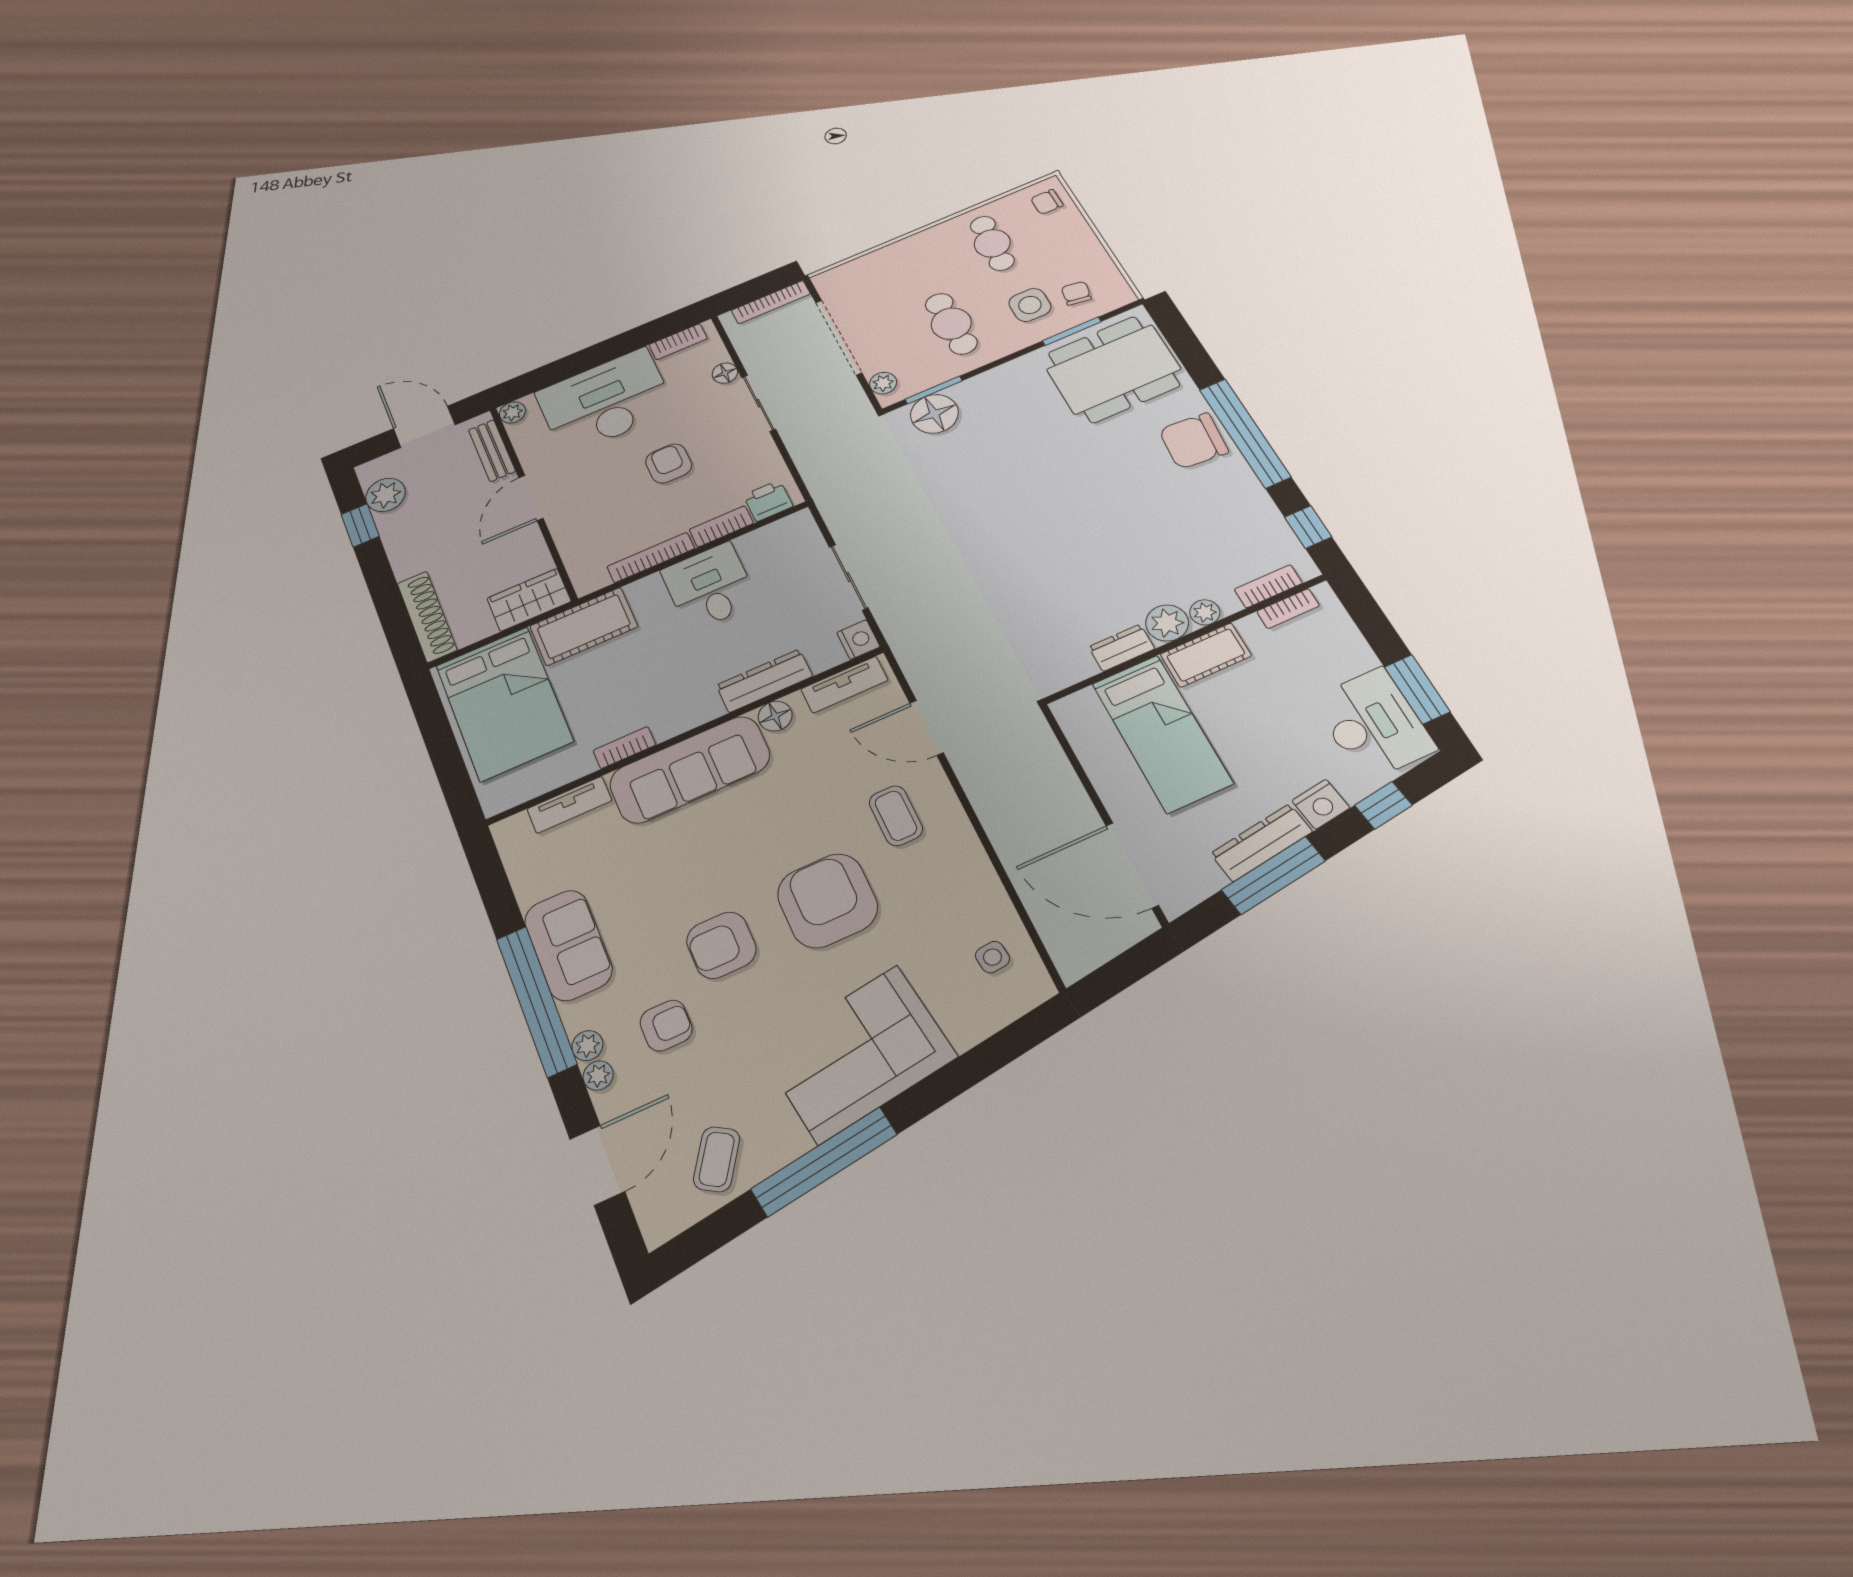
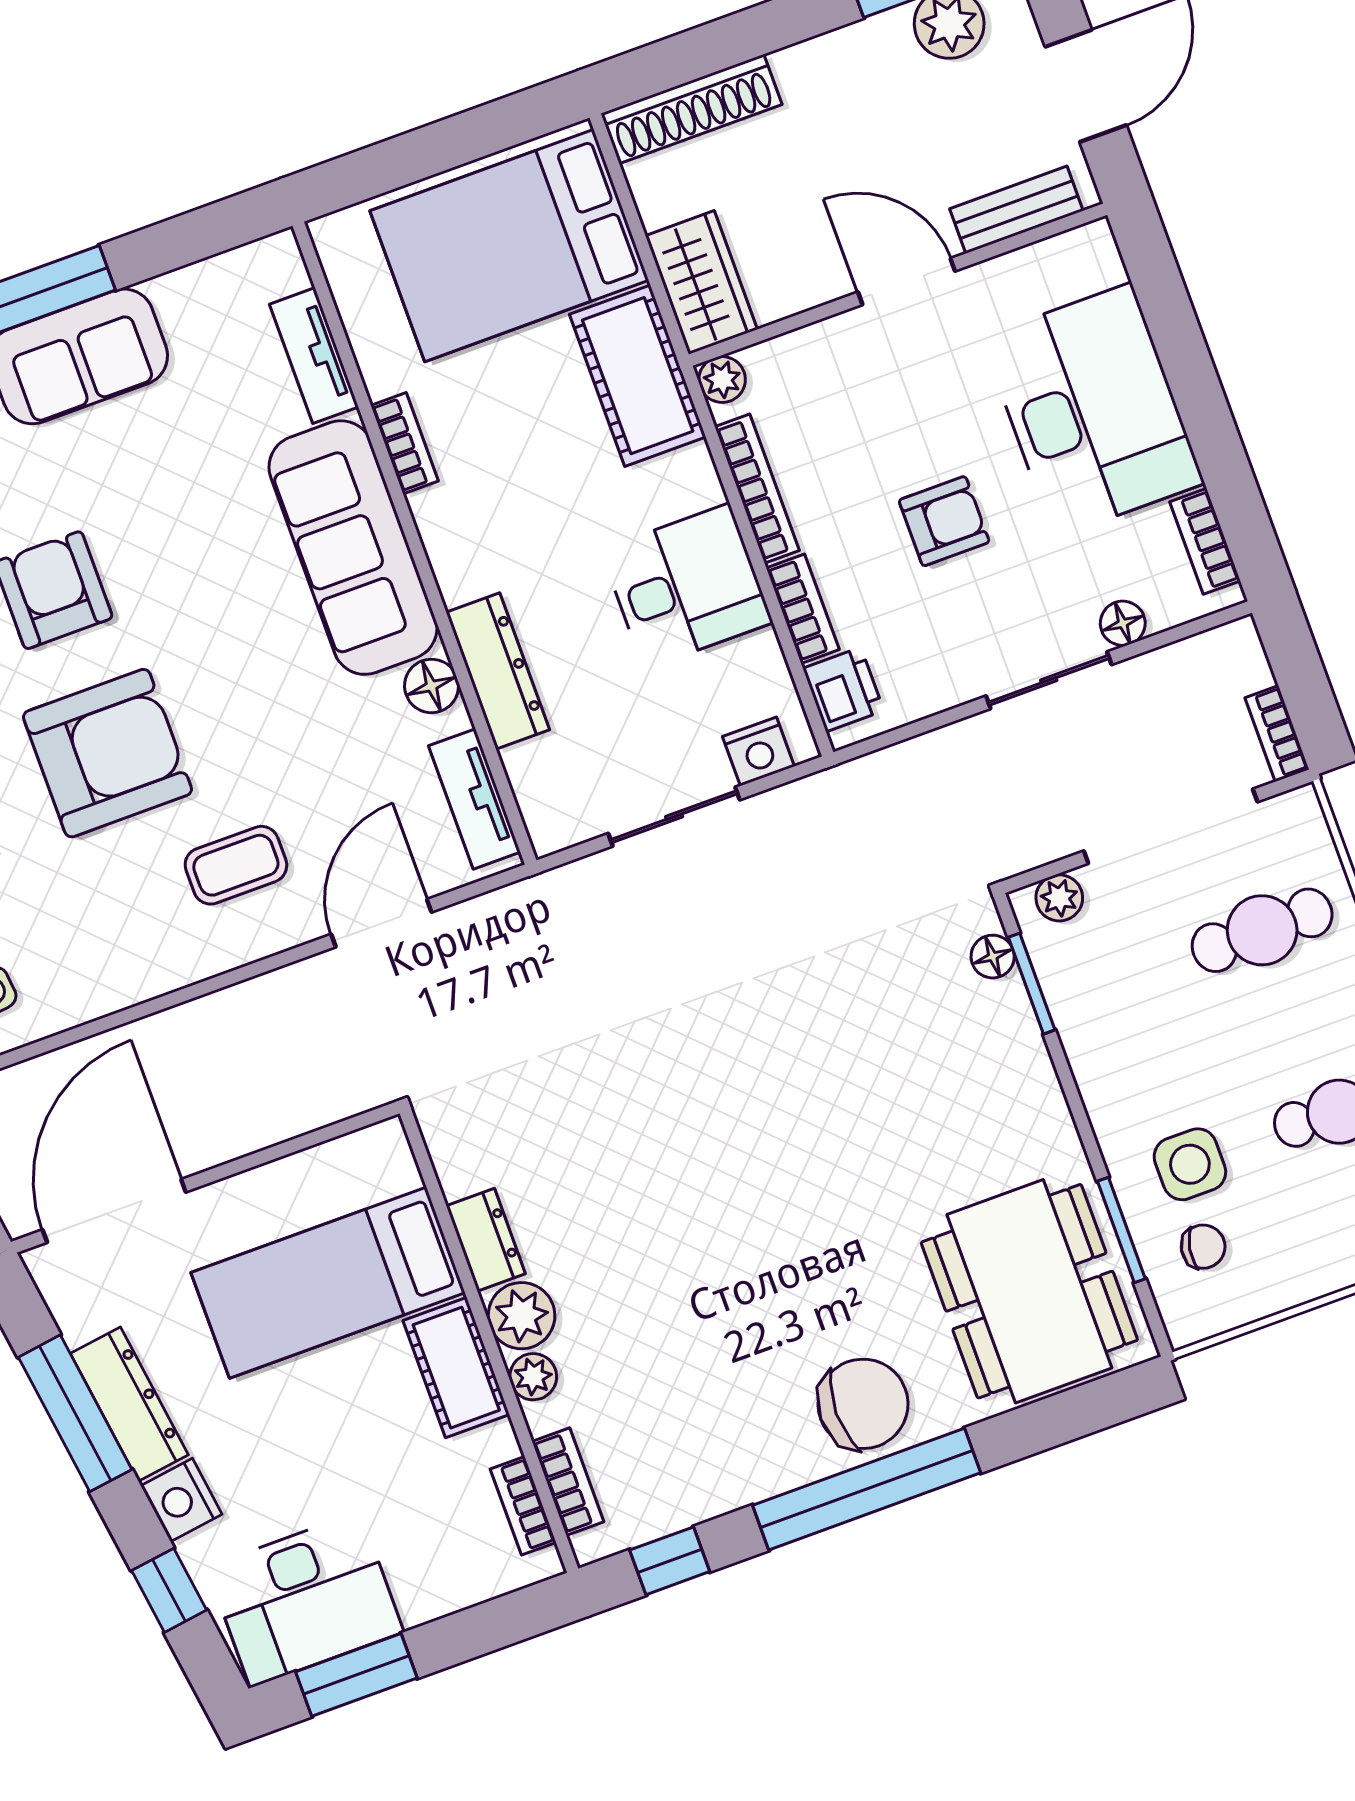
bookcase: (771, 302) -> (1277, 734), width x0.64
cafe table: (951, 324) -> (1262, 930), moved
plant: (512, 412) -> (722, 379), moved
floor lamp: (934, 414) -> (993, 957), width x0.53, depth x0.53
chair: (1193, 441) -> (863, 1404), turned 85
nightstand: (858, 640) -> (758, 751), moved

